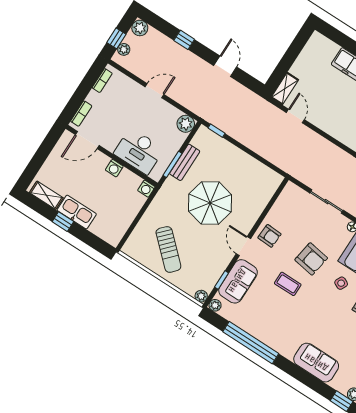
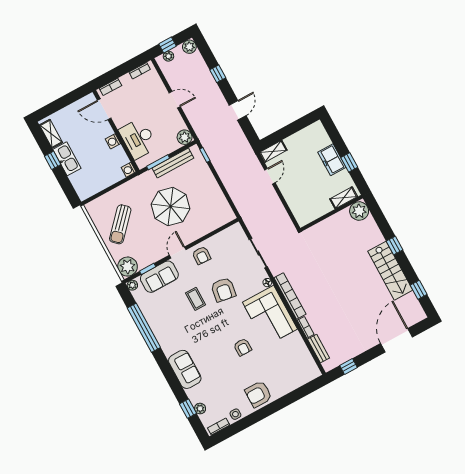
bench: (185, 162) -> (173, 163), width x1.36
side table: (341, 283) -> (236, 320), removed
plant: (201, 296) -> (128, 267), width x1.88, depth x1.88

